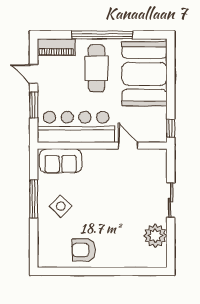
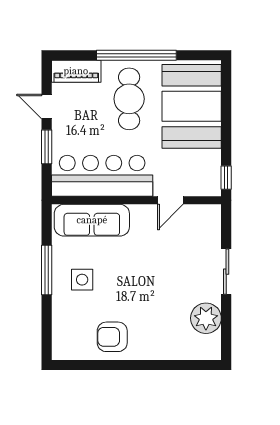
door: (128, 146) -> (170, 200), swing flipped
sofa: (61, 161) -> (92, 220), width x1.36
side table: (61, 206) -> (82, 280), turned 45

